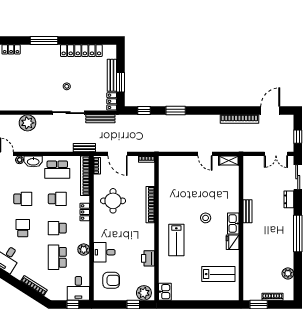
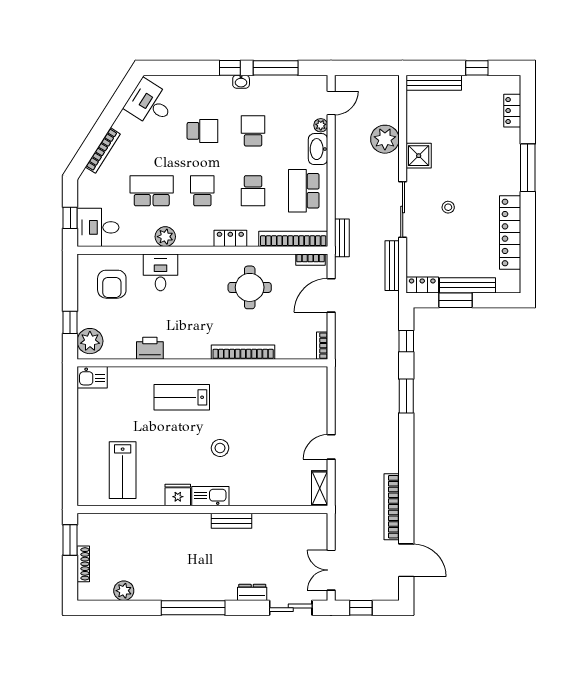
shower: (37, 103) -> (419, 156), added
school desk: (23, 199) -> (253, 131), turned 180

